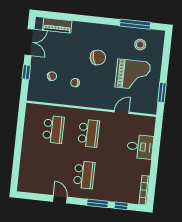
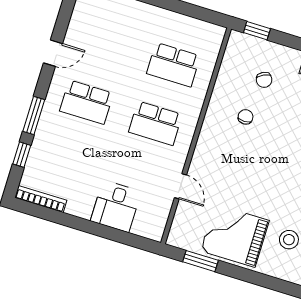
chair: (98, 57) -> (281, 164), removed
window: (26, 72) -> (257, 31), moved
grand piano: (133, 75) -> (235, 236), moved, turned 90

